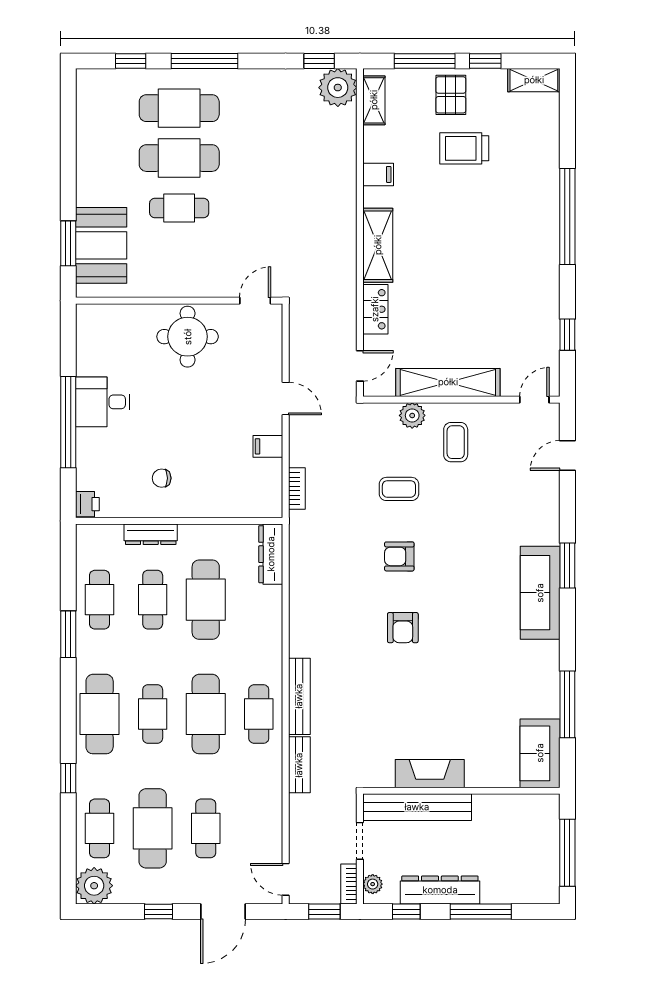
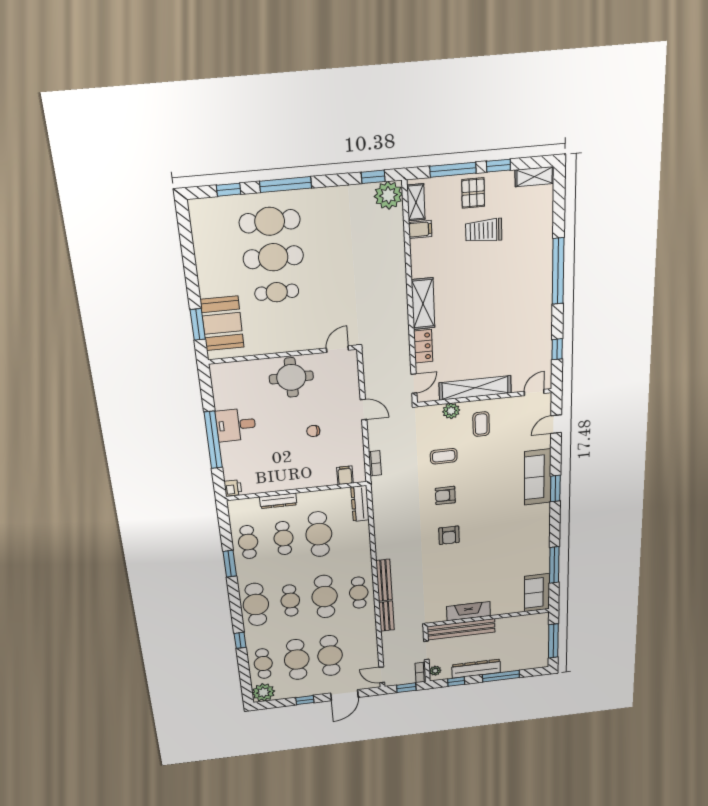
filing cabinet: (378, 174) -> (420, 229), moved
filing cabinet: (268, 446) -> (345, 475), moved, turned 90
chair: (162, 478) -> (313, 431), moved
sofa: (540, 593) -> (538, 477), moved
cafe table: (206, 828) -> (330, 656), width x1.37, depth x1.35

